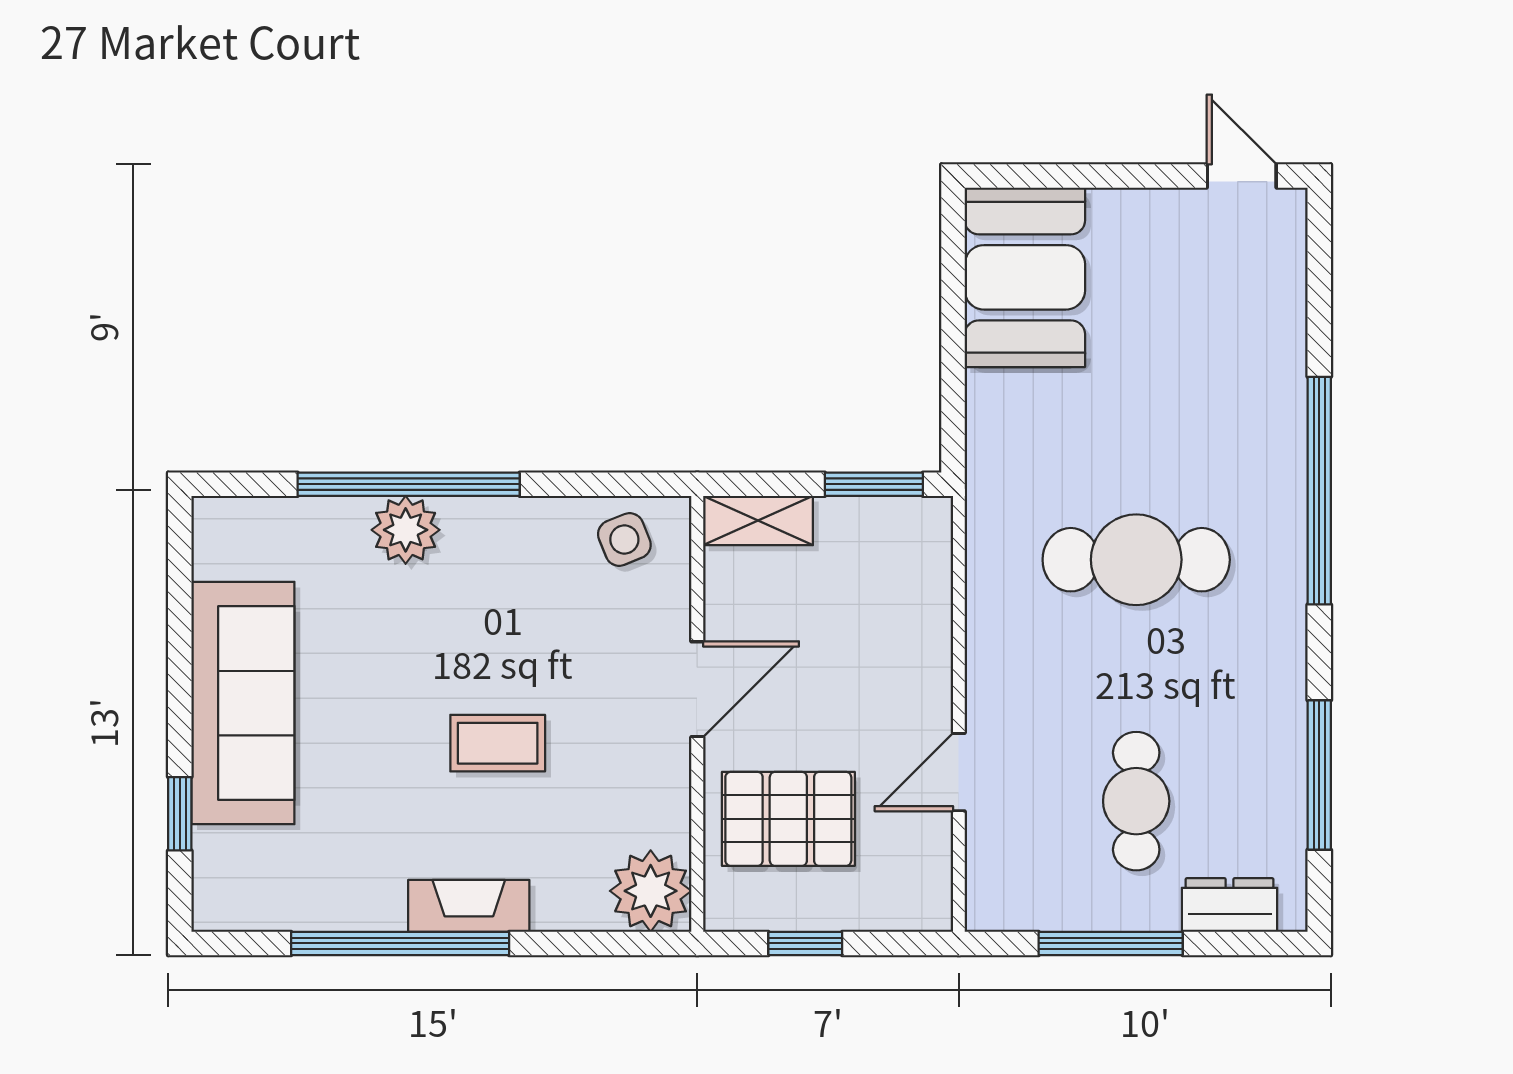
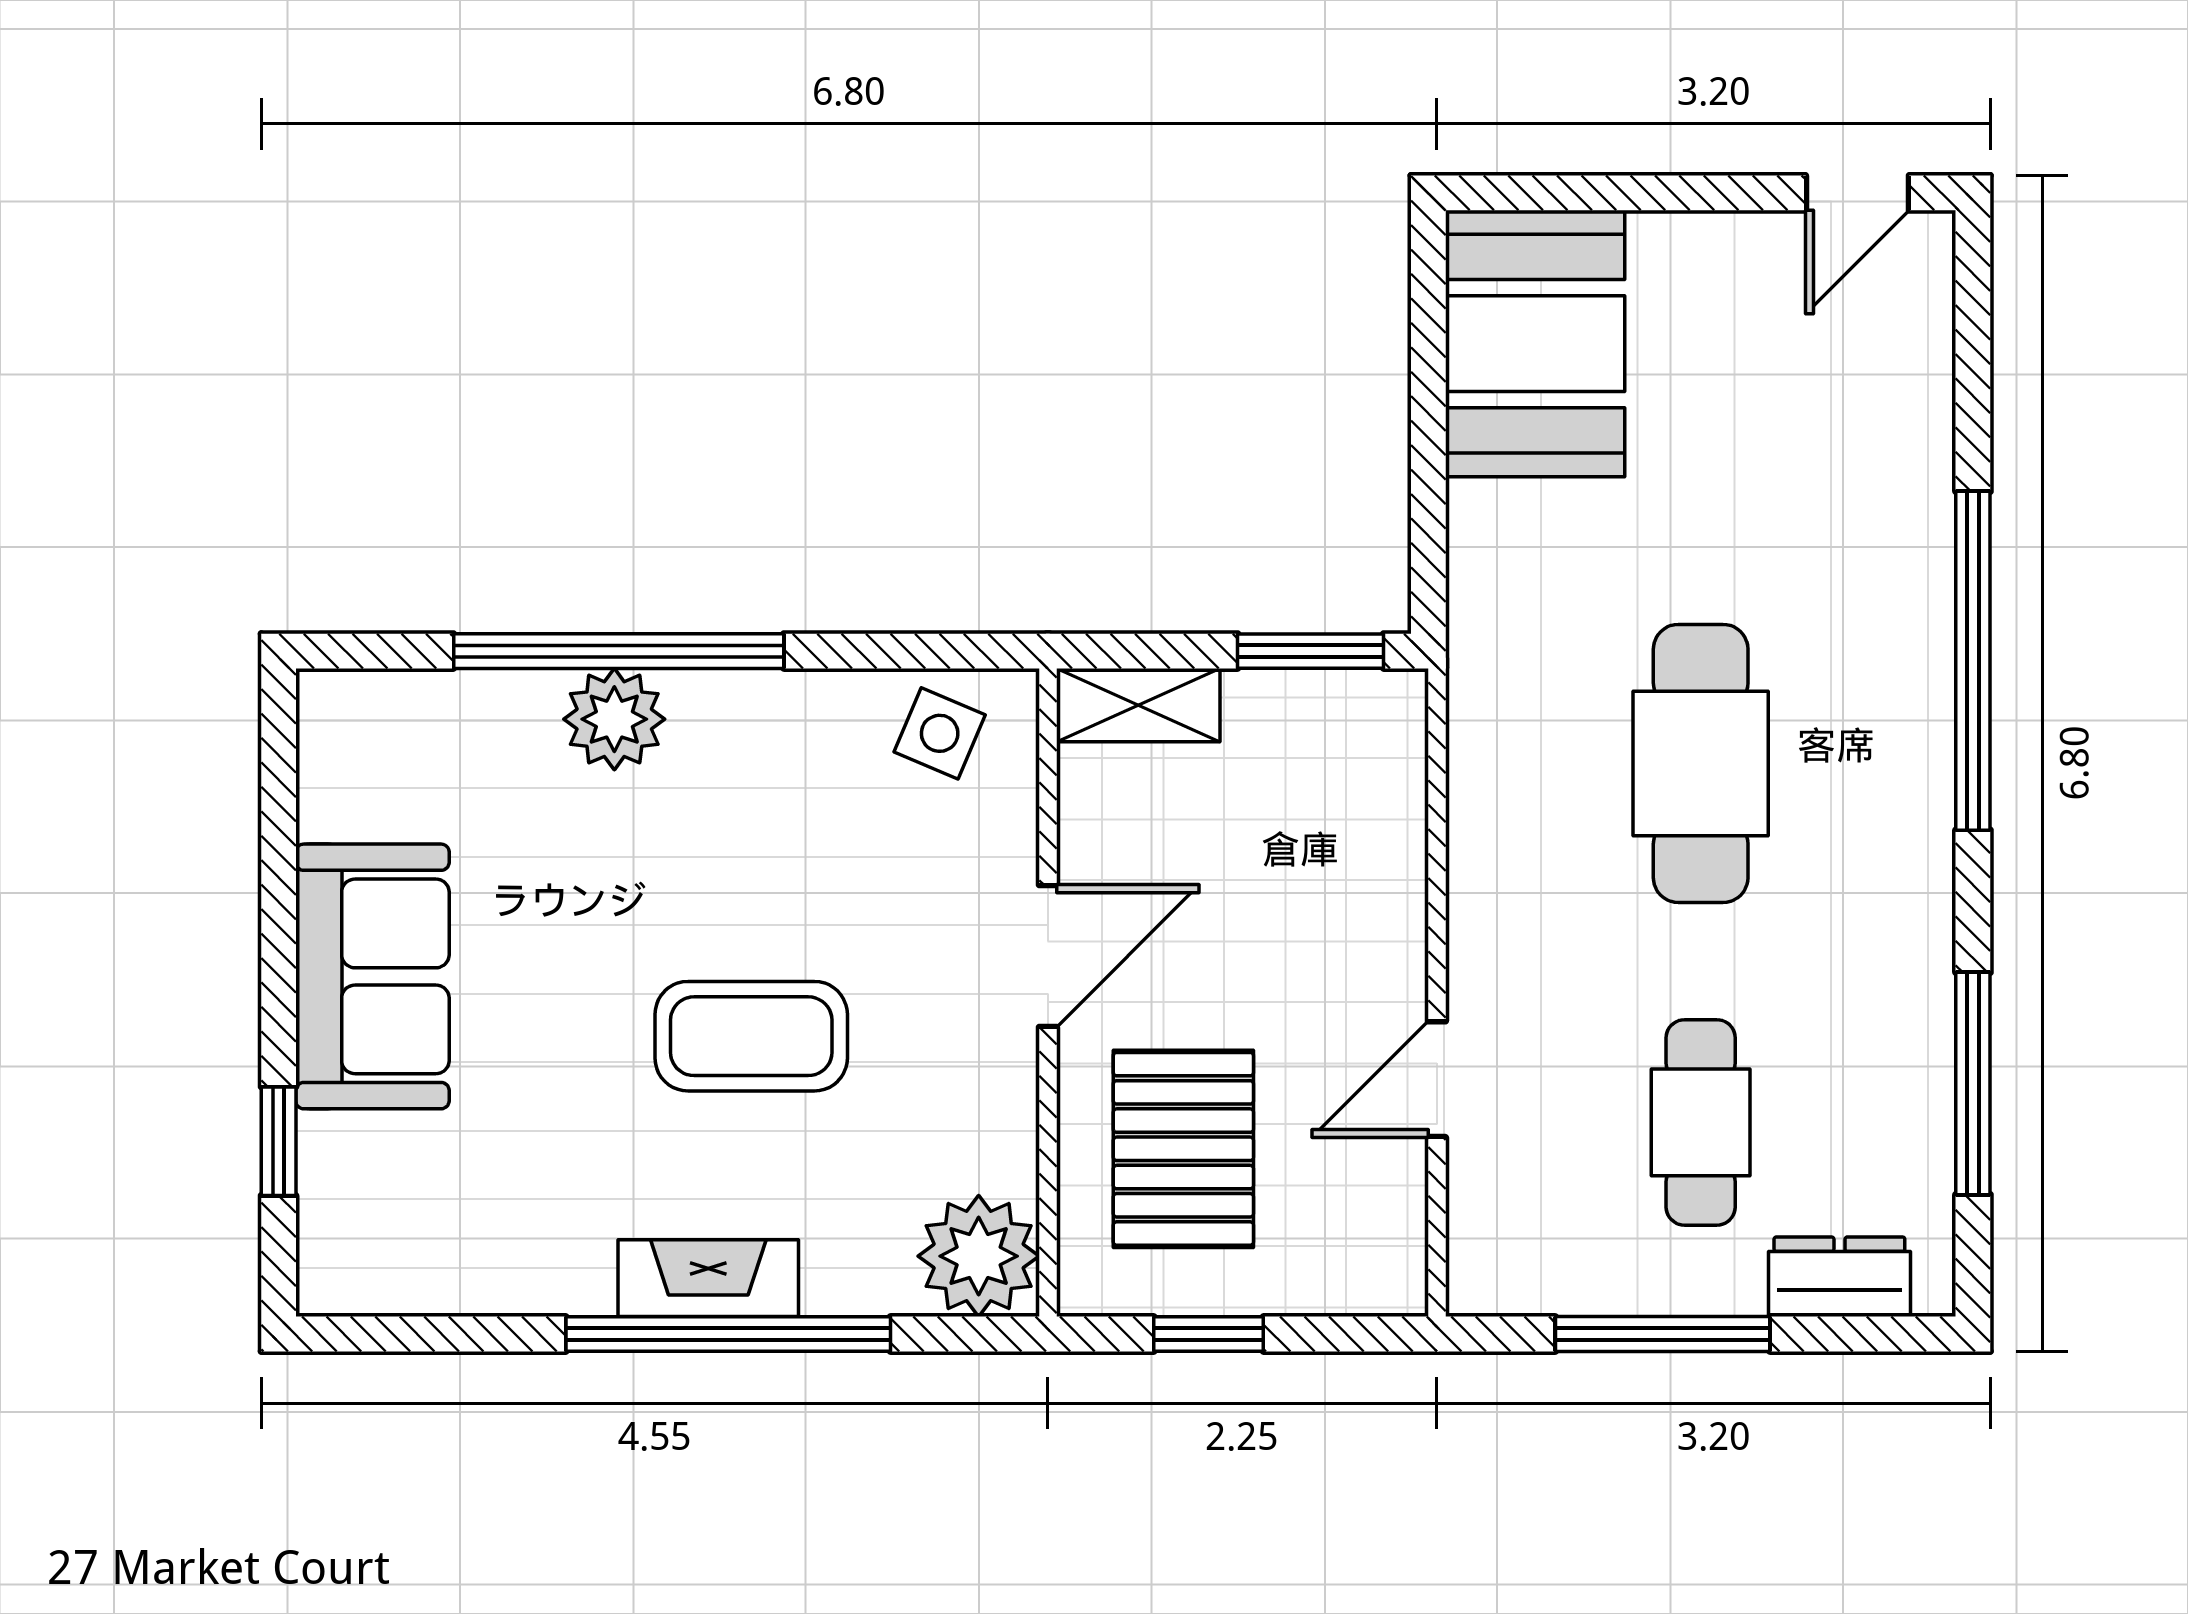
door: (1242, 176) -> (1857, 193), swing flipped
side table: (624, 539) -> (940, 733), turned 45
cafe table: (1136, 560) -> (1701, 763), turned 90
sofa: (243, 703) -> (372, 976), width x0.73
coffee table: (498, 743) -> (751, 1036), width x1.36, depth x1.30
pallet: (788, 819) -> (1183, 1149), turned 90
window: (400, 943) -> (728, 1334), moved

